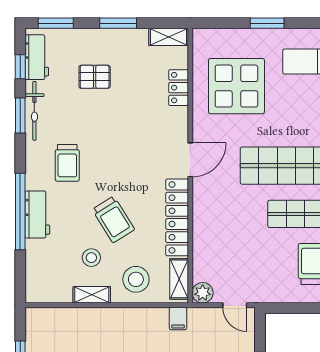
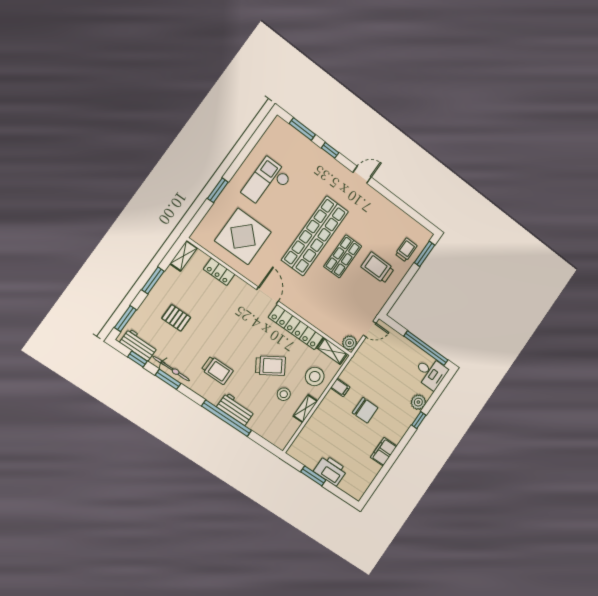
pallet: (95, 77) -> (176, 318), turned 90
filing cabinet: (178, 319) -> (340, 388), moved

